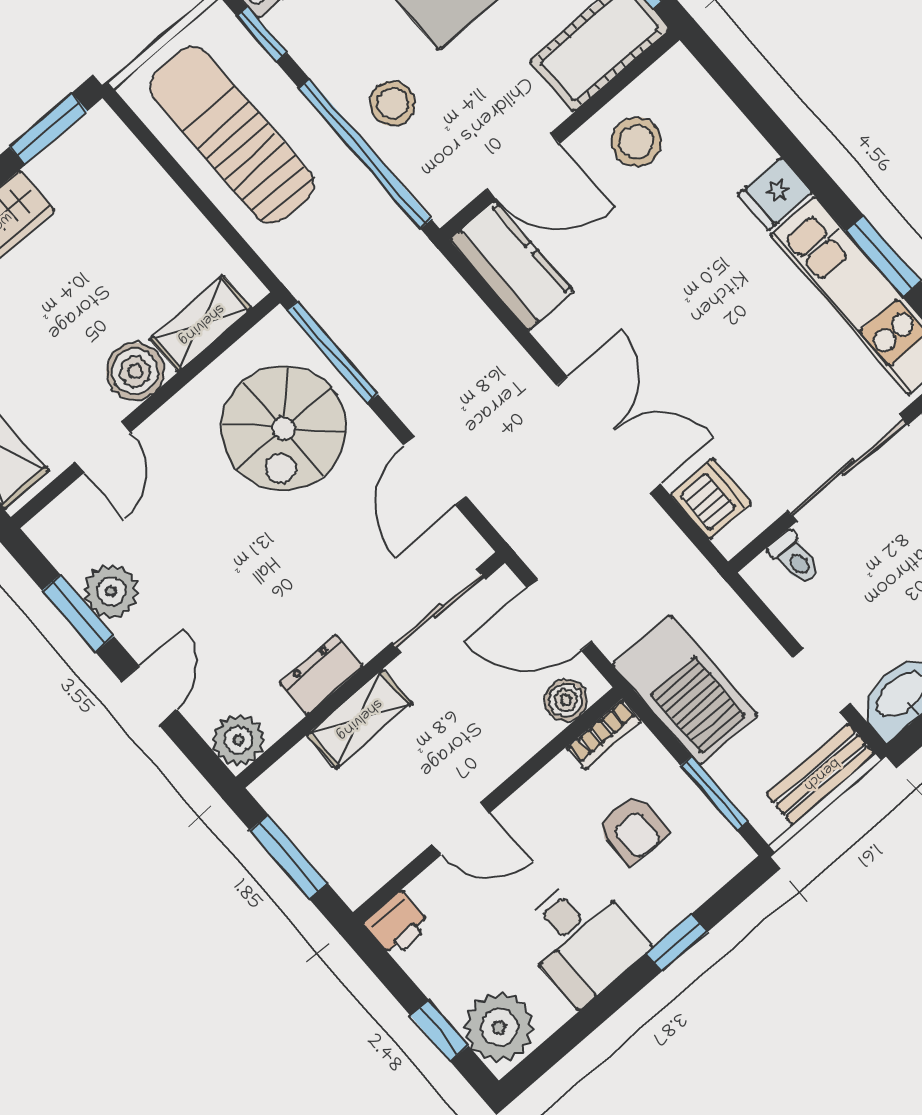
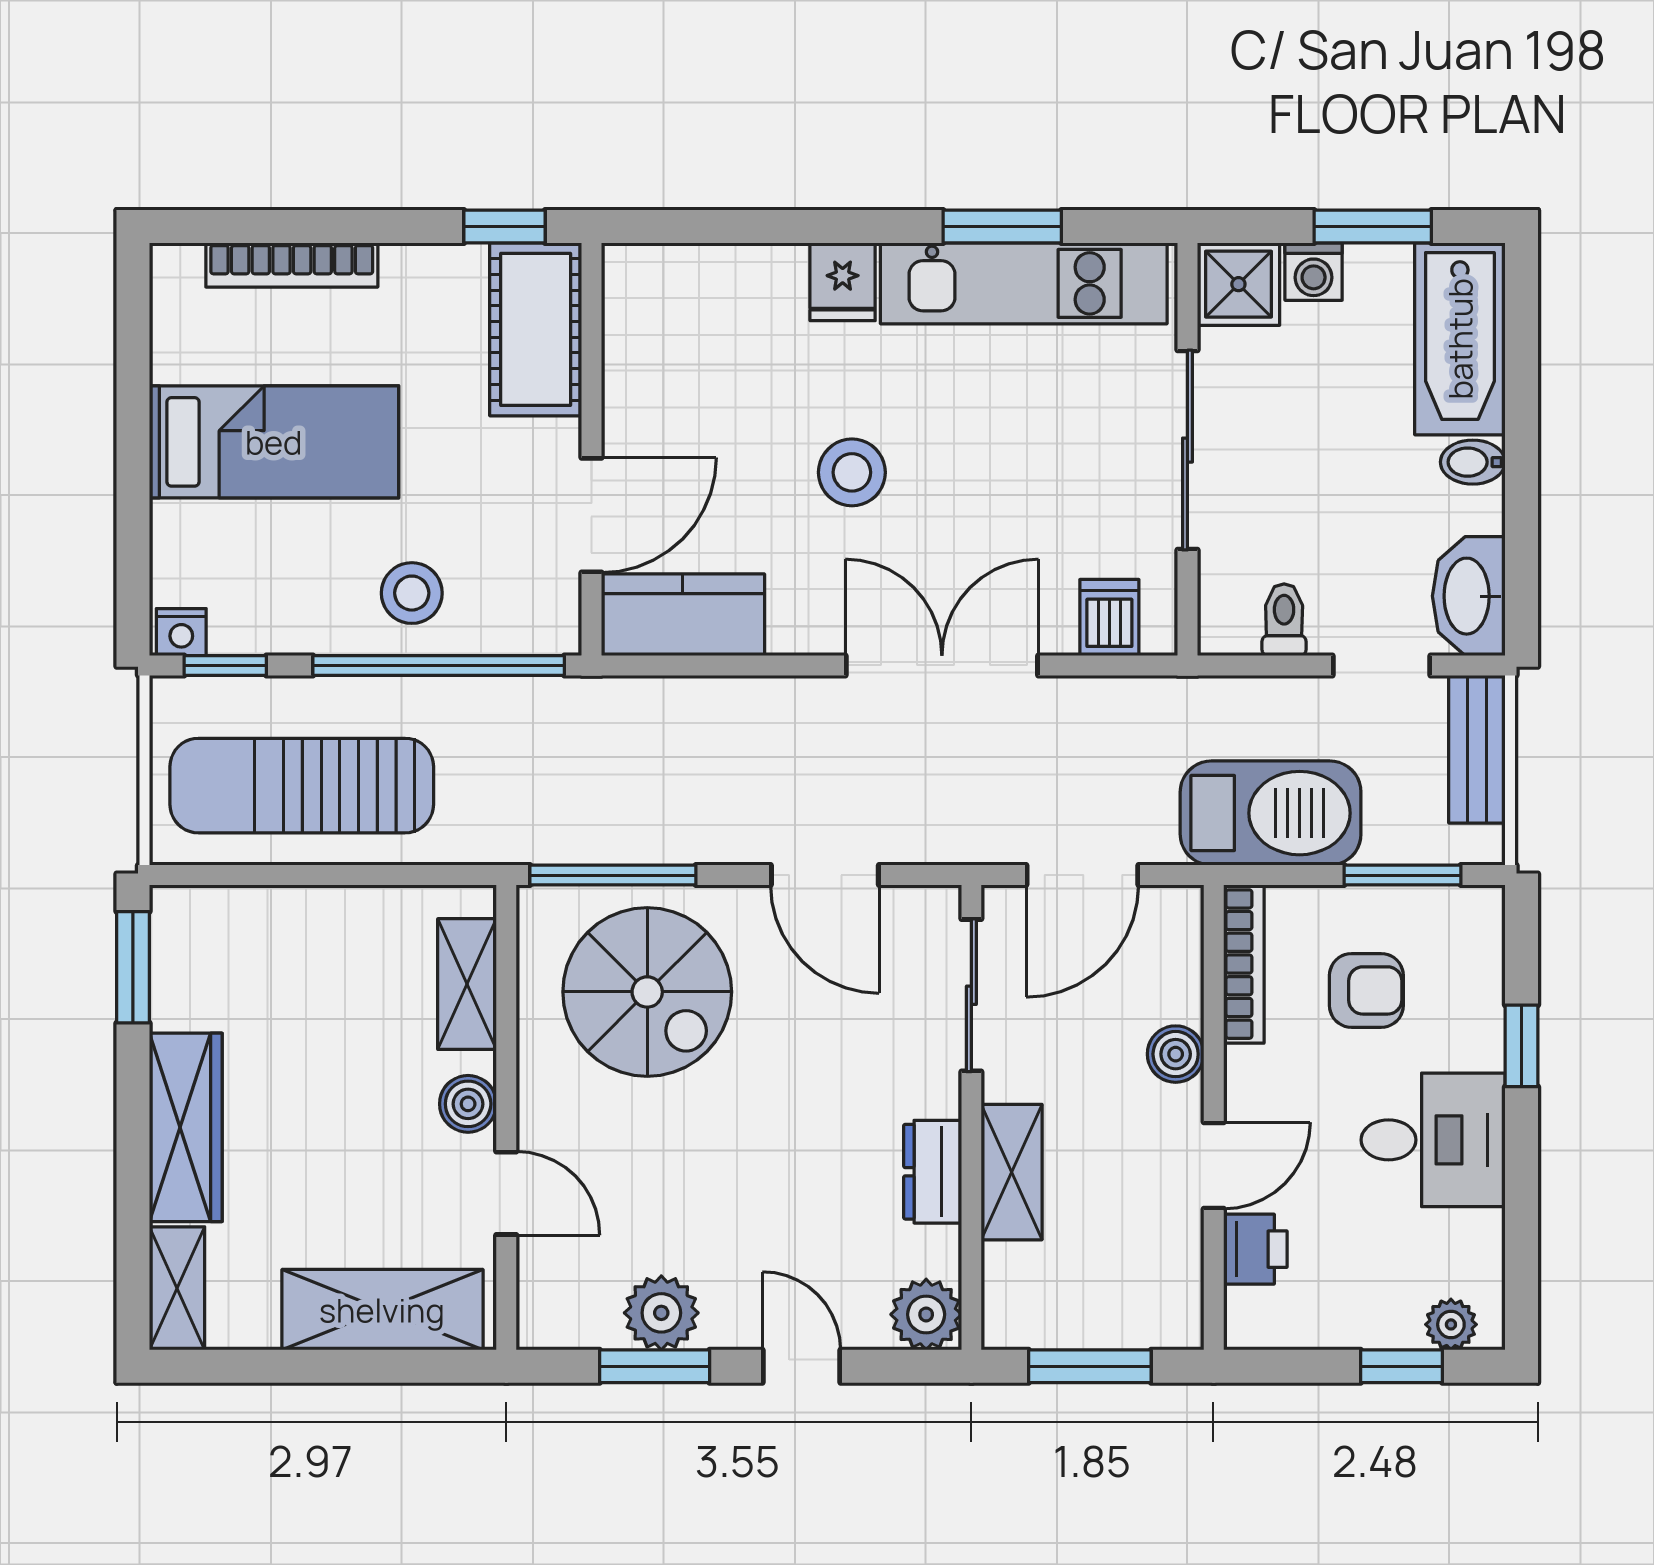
stool: (637, 142) -> (852, 472), moved
boiler: (135, 371) -> (468, 1104), width x0.73, depth x0.73
dishwasher: (711, 499) -> (1109, 618), width x0.73
toilet: (795, 558) -> (1284, 620), moved, turned -90
boiler: (566, 700) -> (1176, 1054), moved
bookcase: (604, 734) -> (1244, 964), width x1.56
printer: (397, 924) -> (1255, 1249), moved
plant: (499, 1027) -> (1451, 1324), width x0.53, depth x0.53

